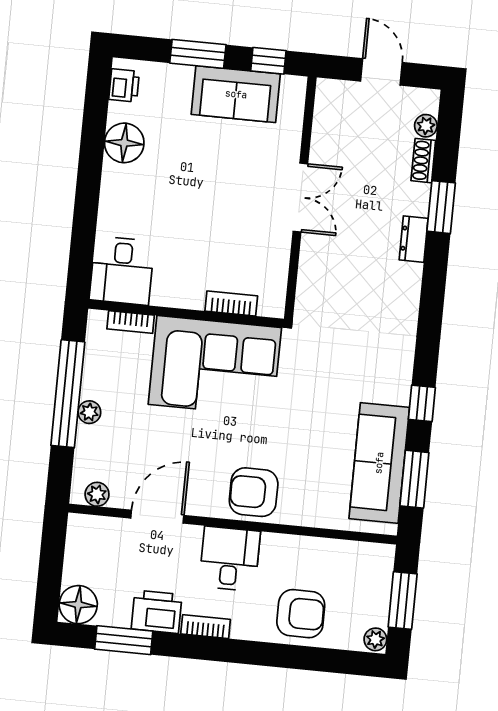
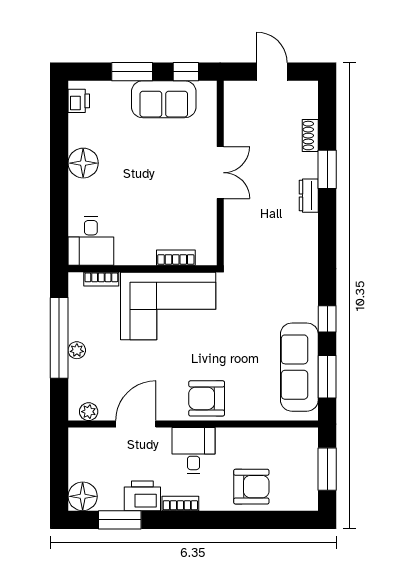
plant: (426, 126) -> (310, 109), removed
floor lamp: (124, 143) -> (83, 163), moved
plant: (375, 639) -> (310, 501), removed

